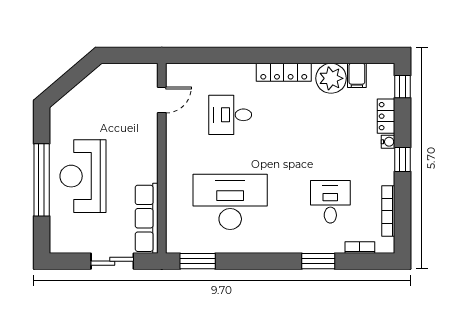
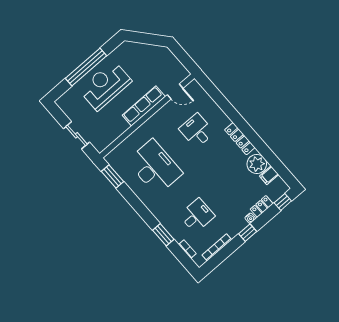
row of seats: (147, 218) -> (144, 106), moved

